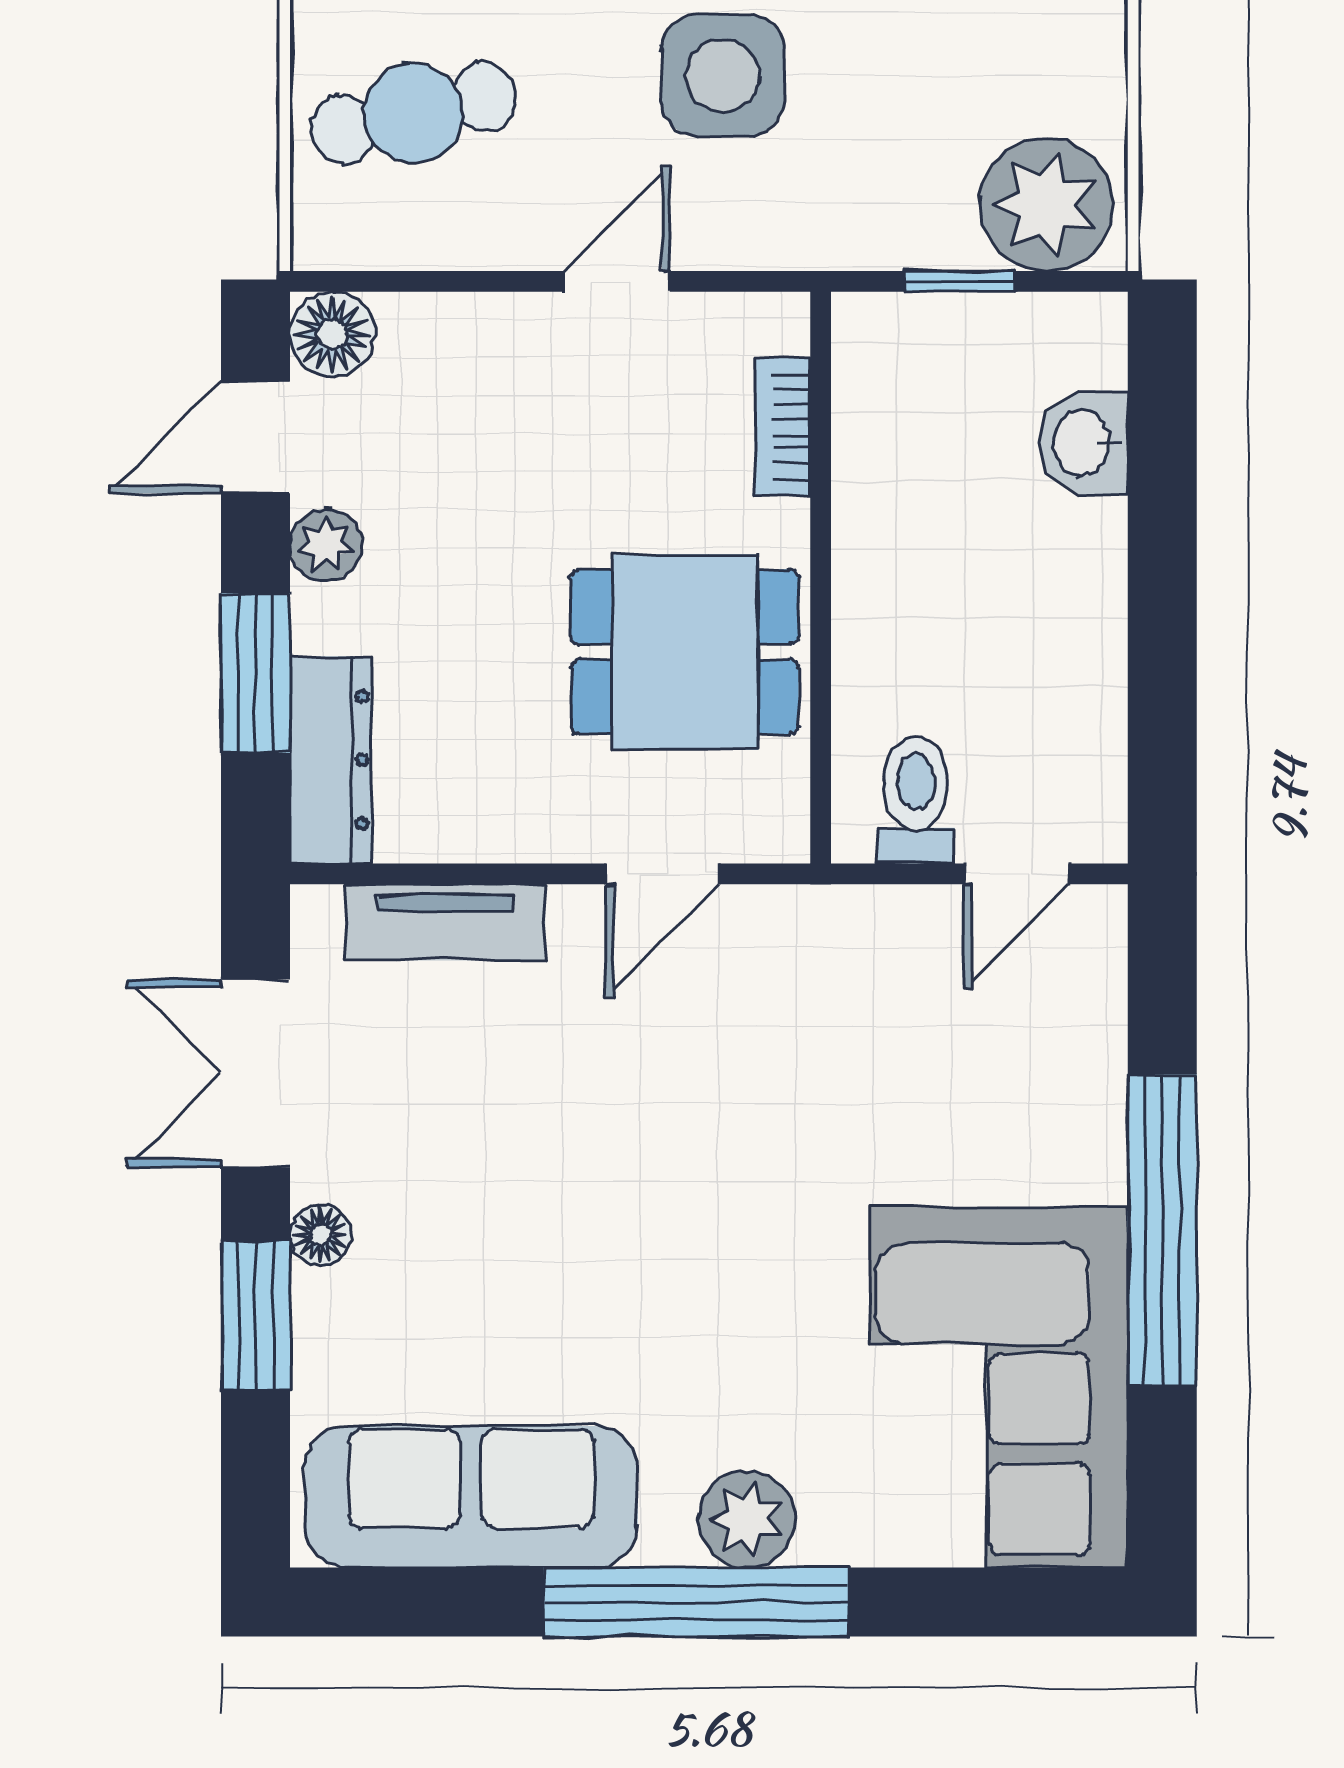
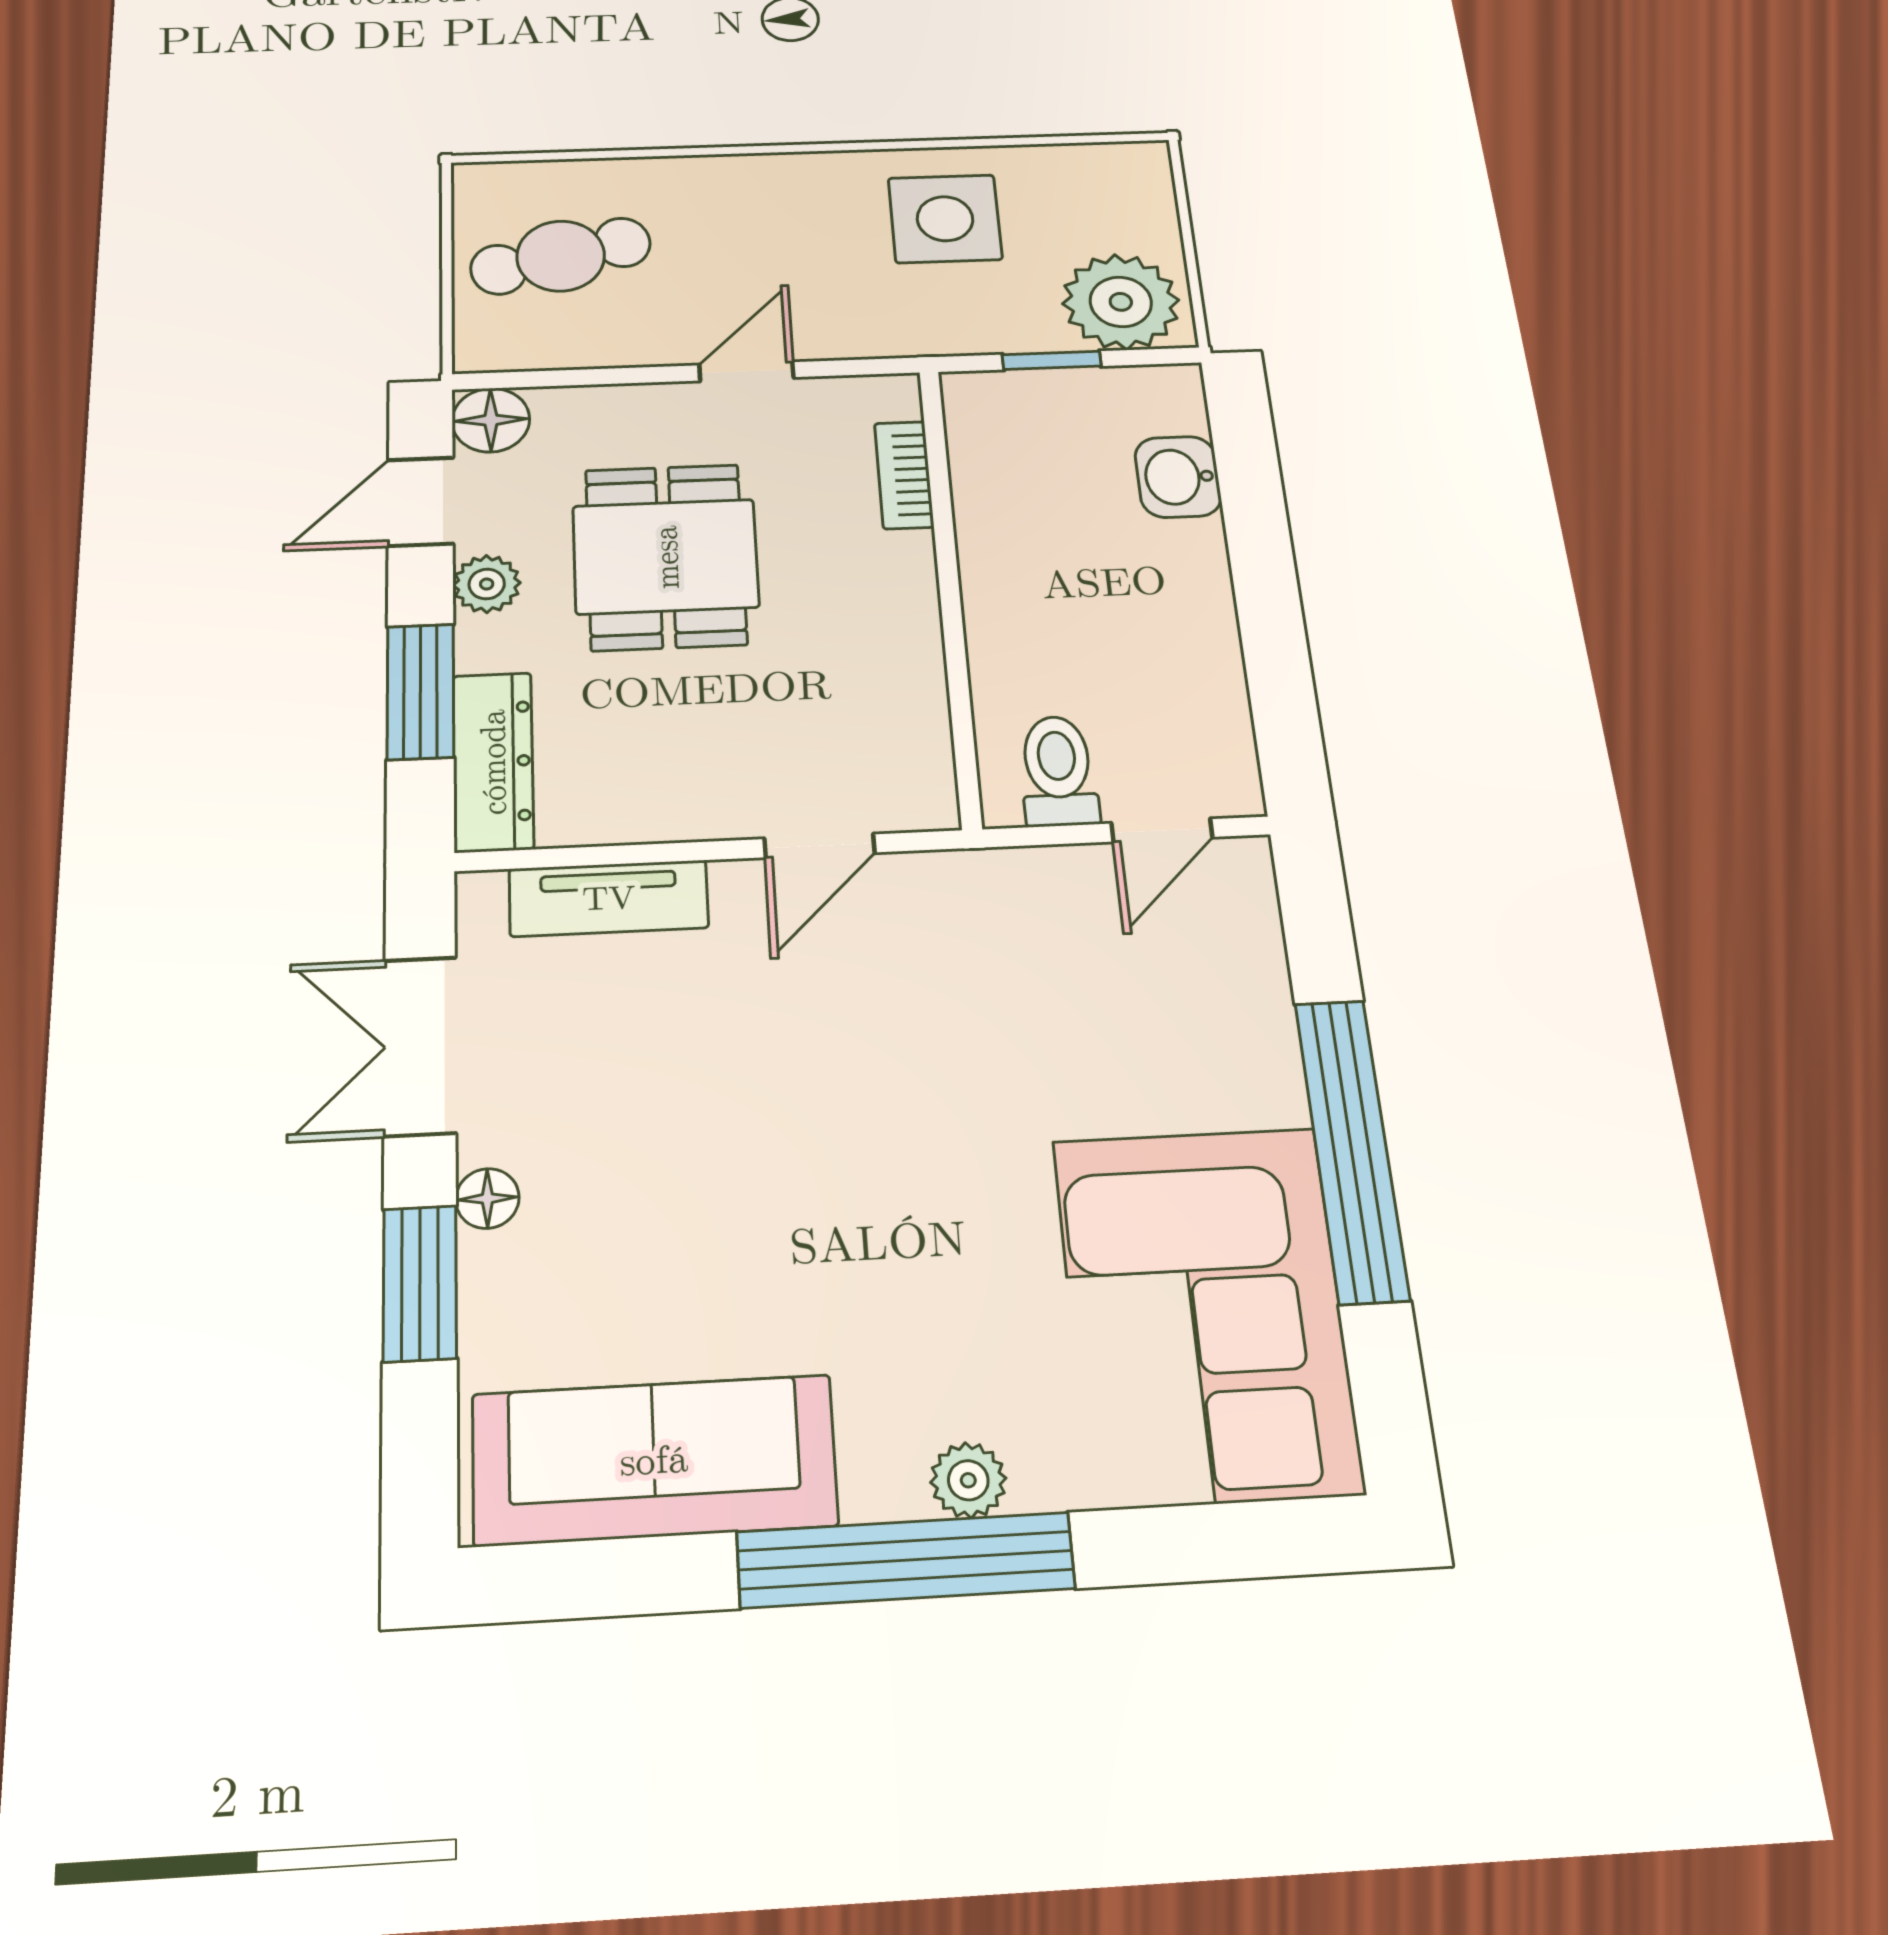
side table: (723, 76) -> (945, 219), moved
dining table: (685, 652) -> (666, 557), moved, turned 90
plant: (747, 1519) -> (968, 1480), width x0.73, depth x0.73

